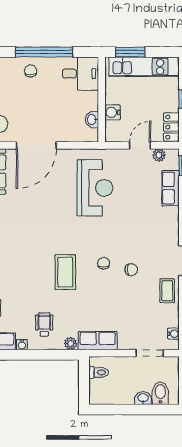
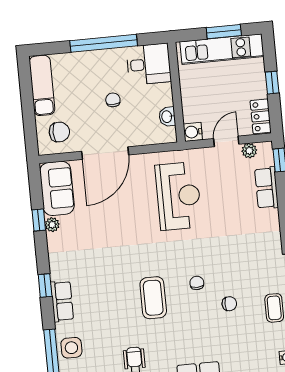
window: (130, 52) -> (224, 32), moved
chair: (31, 71) -> (113, 100), moved
water cooler: (112, 112) -> (193, 132), moved
chair: (131, 270) -> (229, 304), moved

